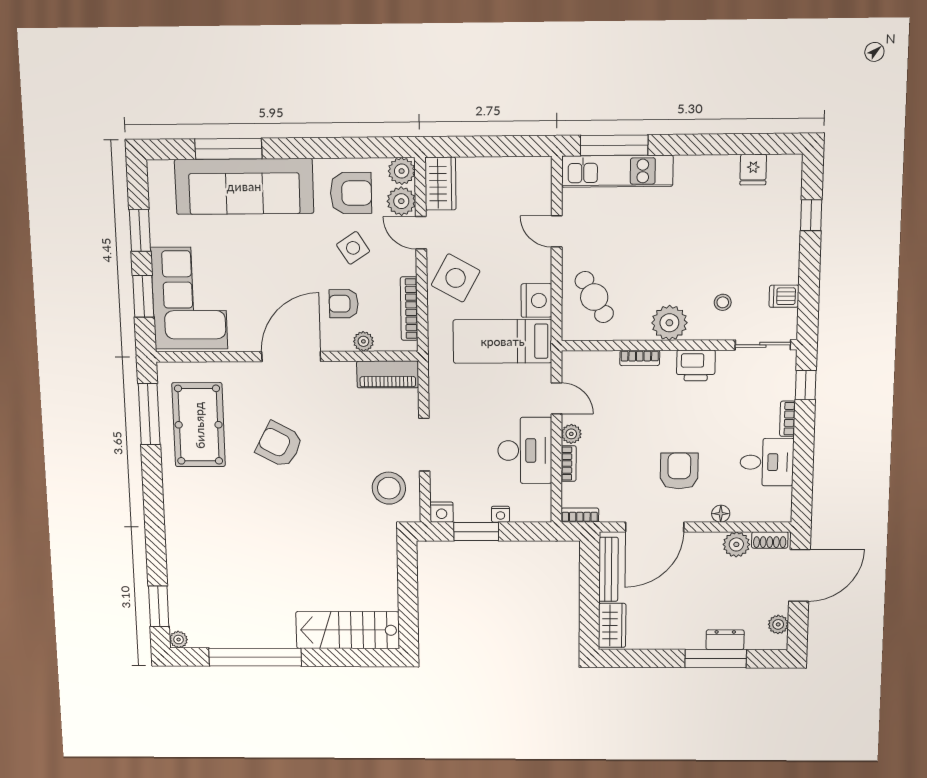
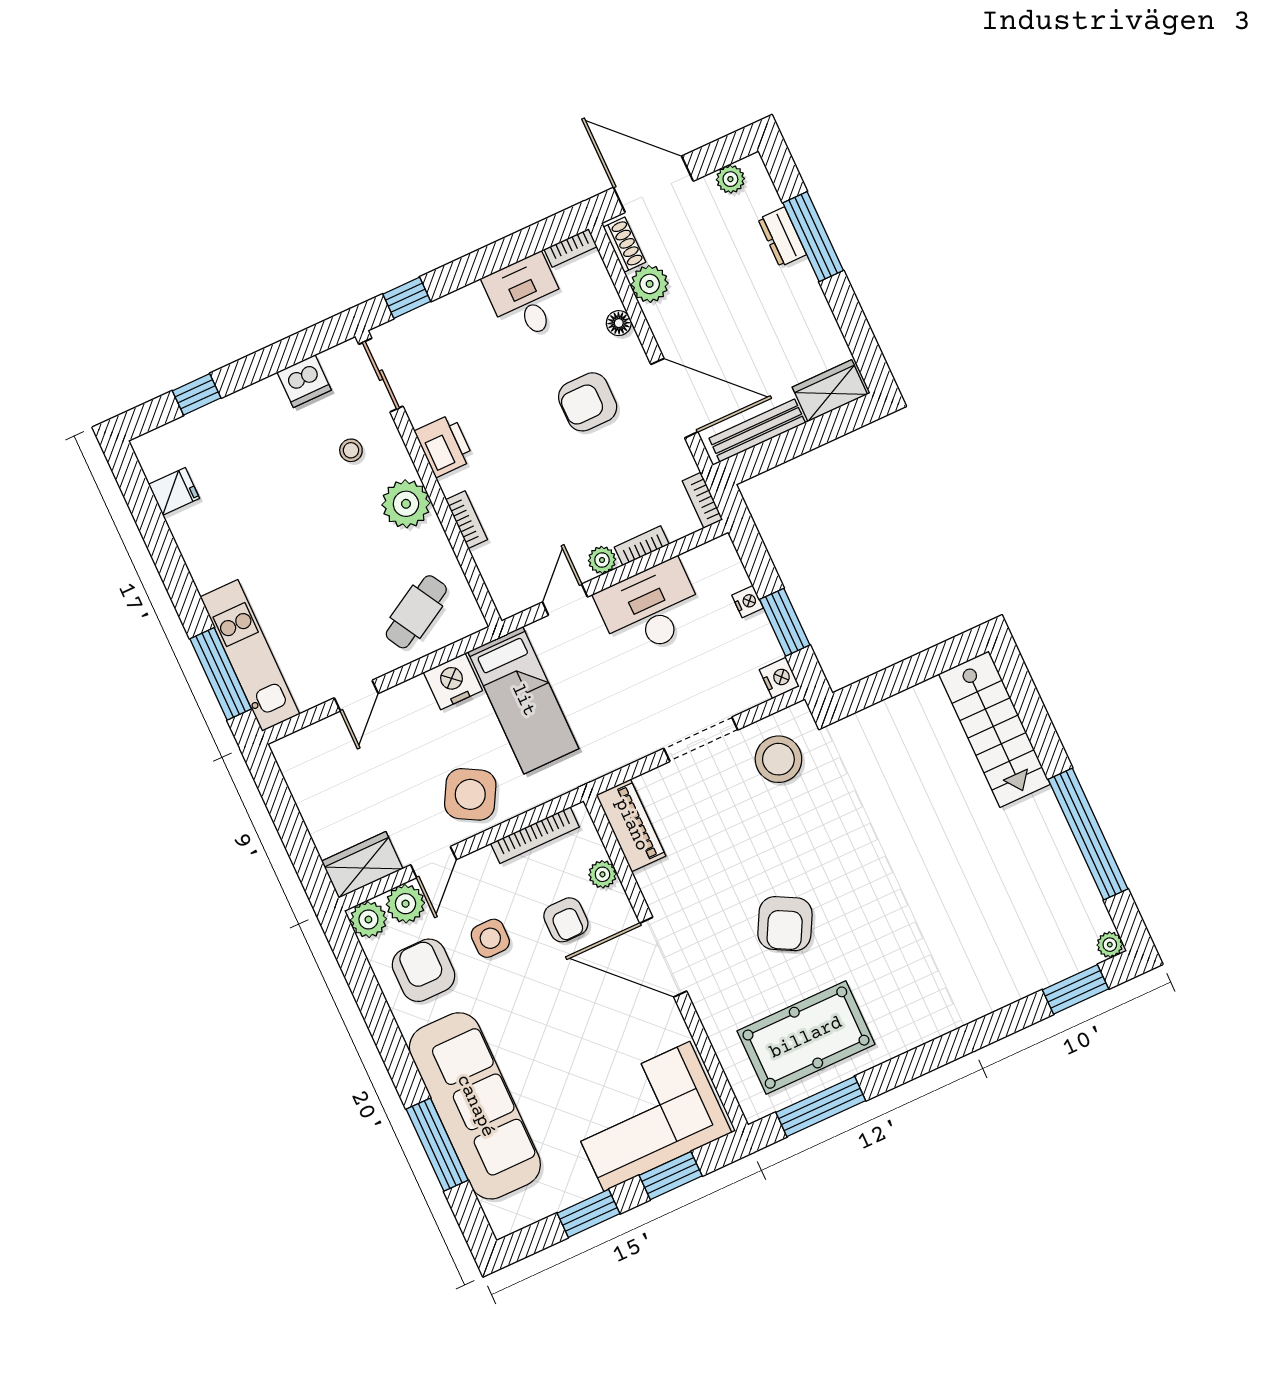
side table: (353, 248) -> (490, 938), turned 33
dishwasher: (784, 296) -> (304, 381), width x1.38
bookcase: (787, 419) -> (571, 248), moved

